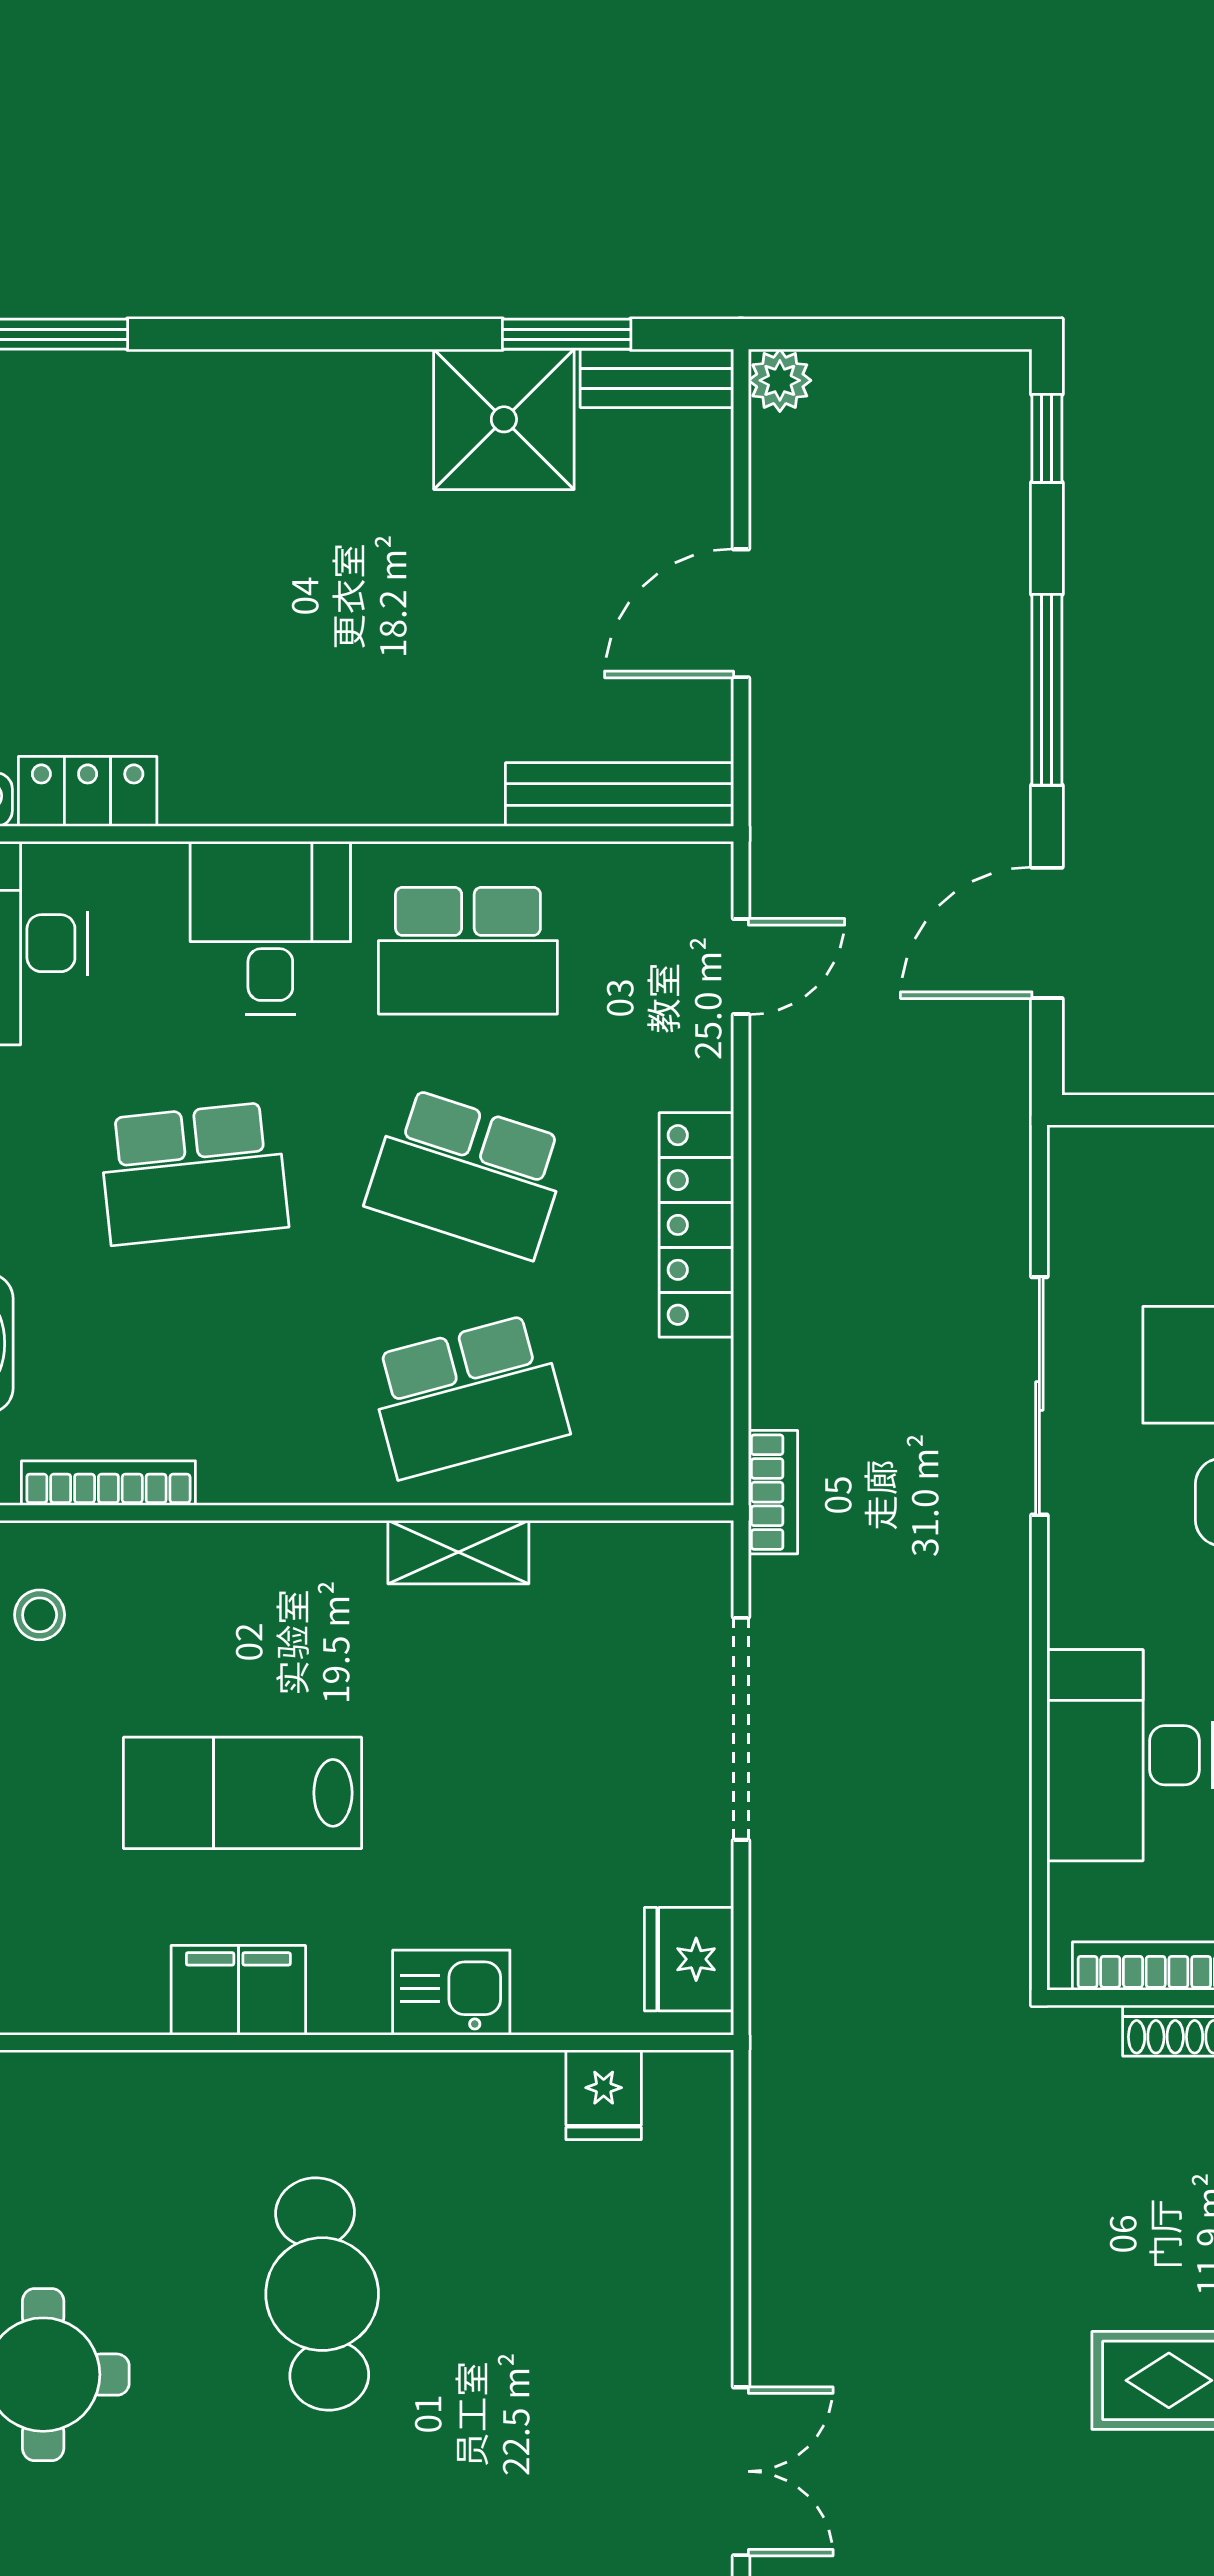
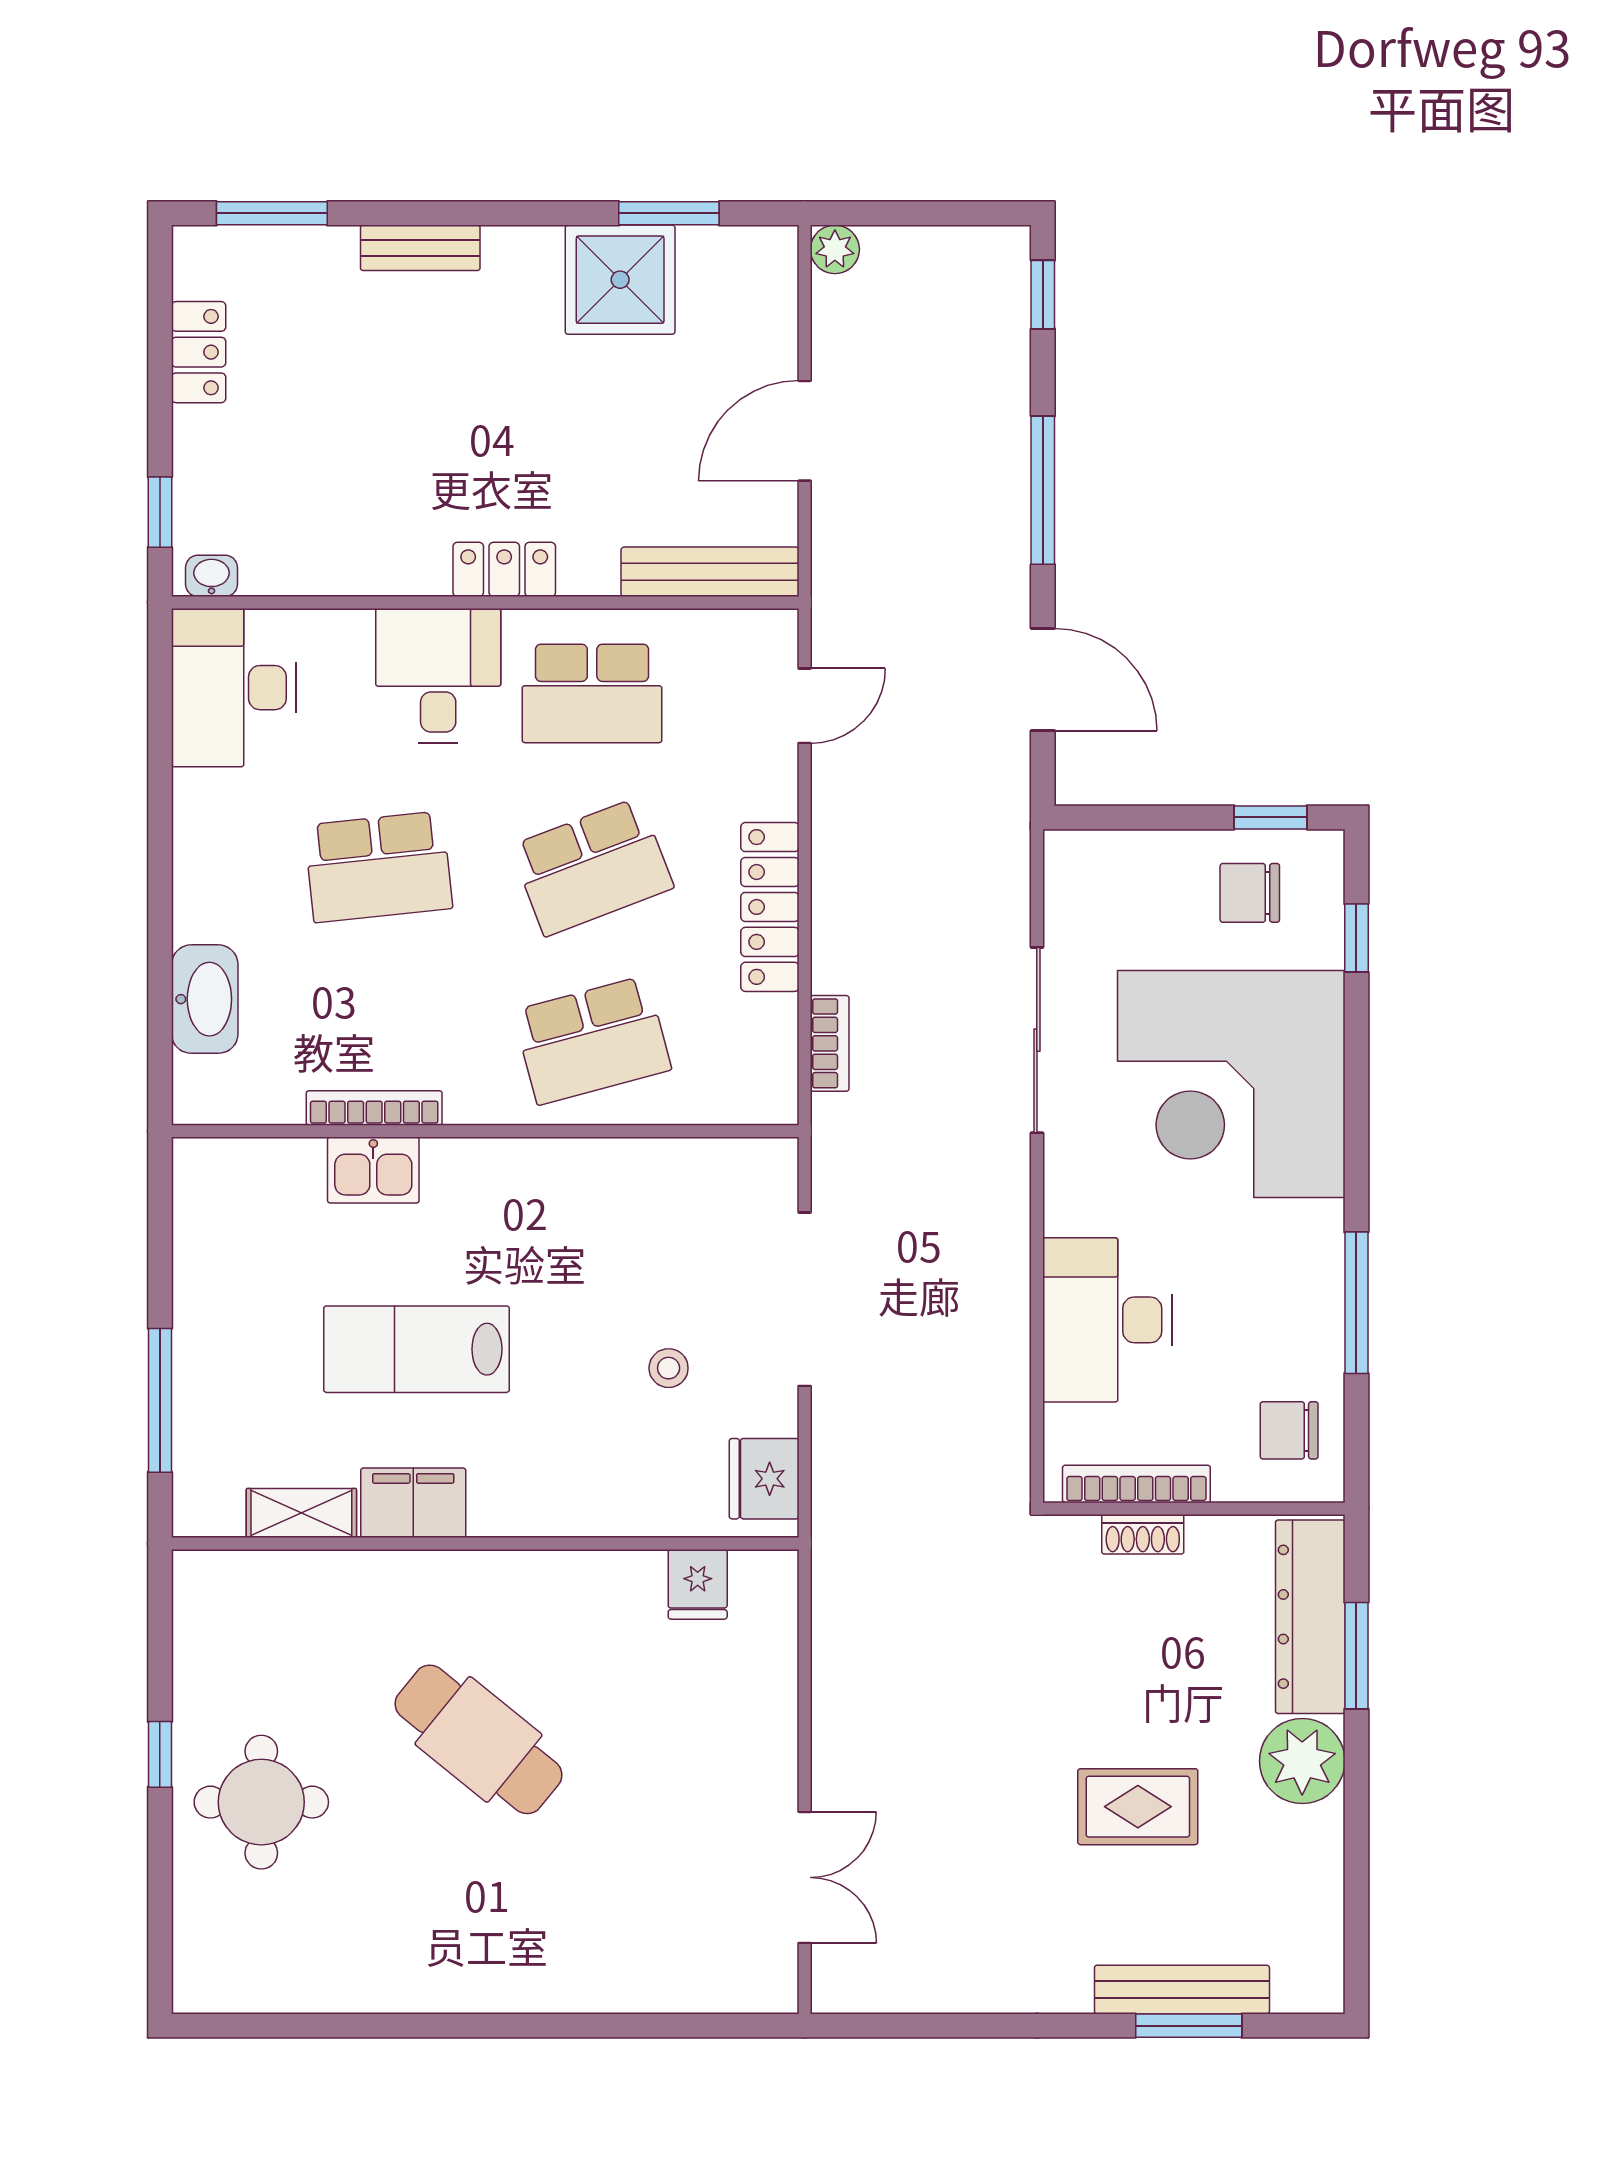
bench: (657, 378) -> (420, 248), moved
locker: (88, 791) -> (504, 569), moved
door: (1047, 933) -> (1043, 680), swing flipped
school desk: (468, 1173) -> (592, 867), turned -39
bookcase: (108, 1483) -> (374, 1108), moved
bookcase: (773, 1492) -> (830, 1043), moved
shelving: (458, 1552) -> (301, 1513), moved
stool: (40, 1615) -> (669, 1368), moved
kitchen sink: (451, 1993) -> (373, 1170), moved, turned 180
cafe table: (322, 2294) -> (478, 1739), turned -46

